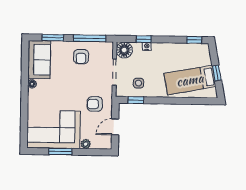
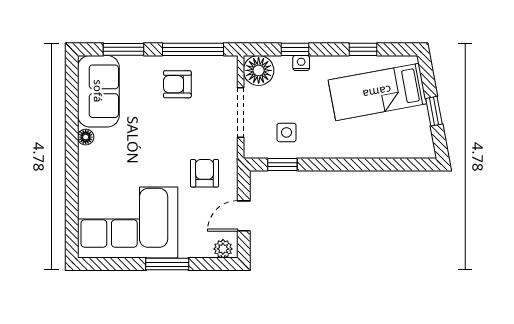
window: (194, 40) -> (363, 49), moved
armchair: (81, 57) -> (177, 84), turned 90
bed: (190, 80) -> (377, 92), moved
armchair: (95, 104) -> (205, 173), turned 90
plant: (86, 144) -> (223, 249), moved
window: (60, 152) -> (167, 264), moved

